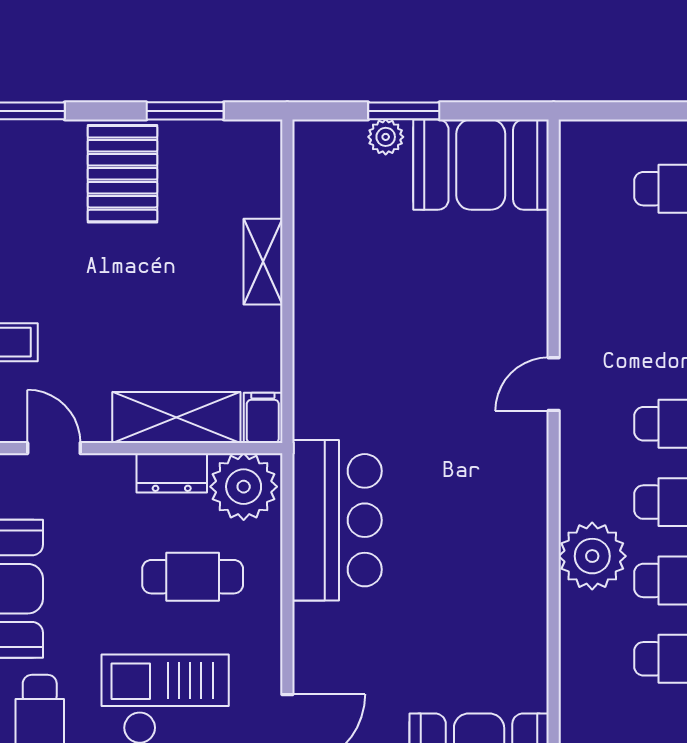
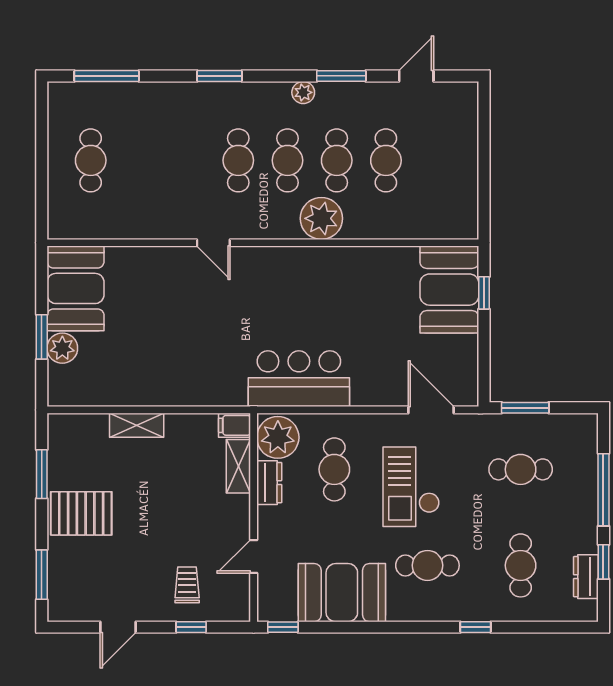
plant: (386, 137) -> (62, 348), width x1.38, depth x1.38
shelving: (176, 417) -> (238, 466), width x0.67, depth x0.75

